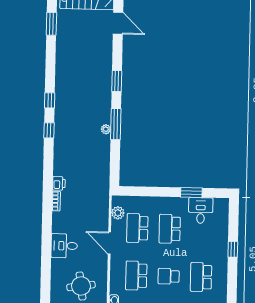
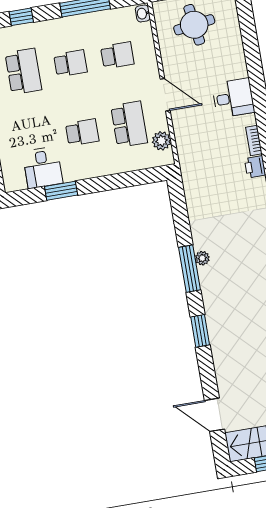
school desk: (170, 229) -> (82, 132), width x0.54
desk: (64, 246) -> (233, 98), moved
school desk: (136, 276) -> (117, 55), width x0.54

